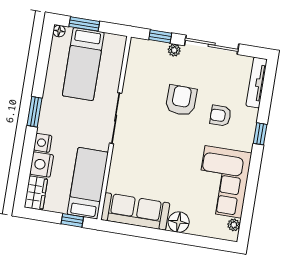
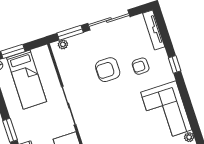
window: (160, 36) -> (70, 33), width x1.50
plant: (174, 50) -> (63, 44), moved
armchair: (181, 100) -> (108, 70), turned -91

